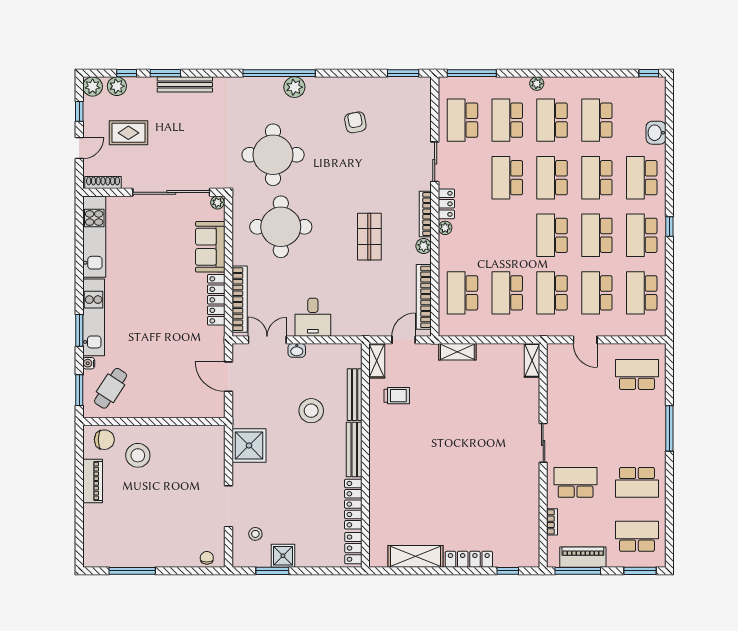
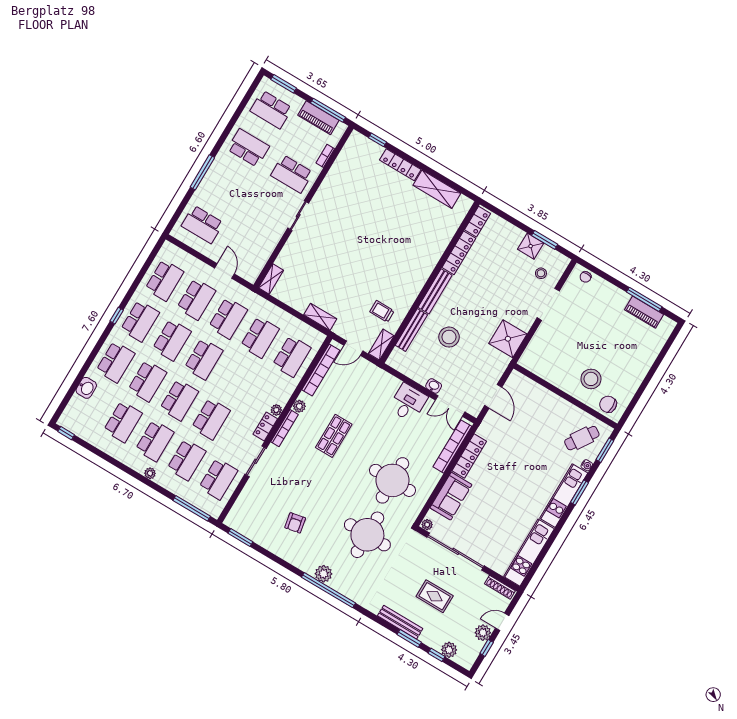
plant: (93, 87) -> (483, 633), moved
rug: (128, 133) -> (435, 596), moved
piano: (93, 481) -> (644, 312), moved, turned -90

